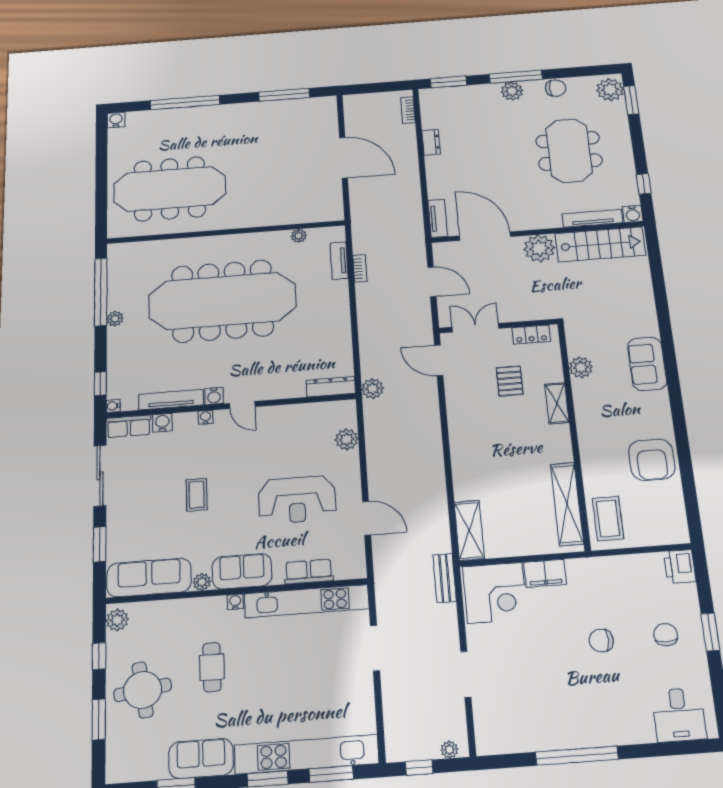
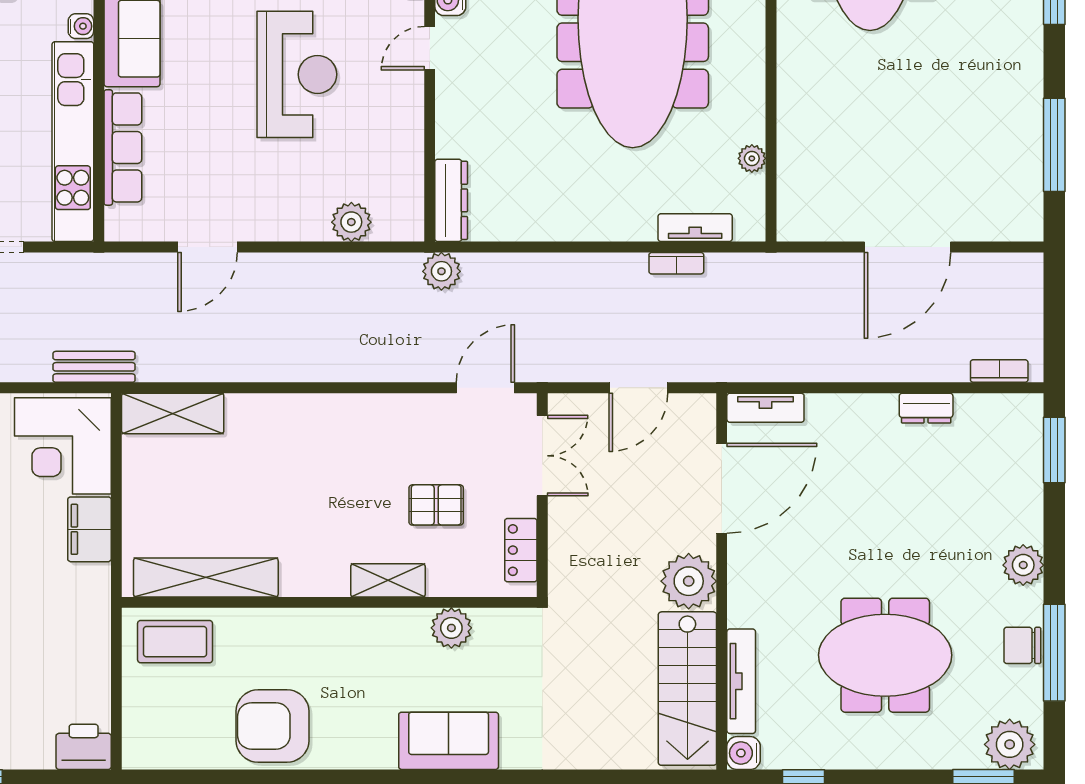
window: (516, 77) -> (1054, 653), moved
chair: (556, 88) -> (1022, 645), turned 90
reception desk: (297, 500) -> (297, 74), moved, turned 180
row of seats: (309, 572) -> (123, 147), width x1.48

